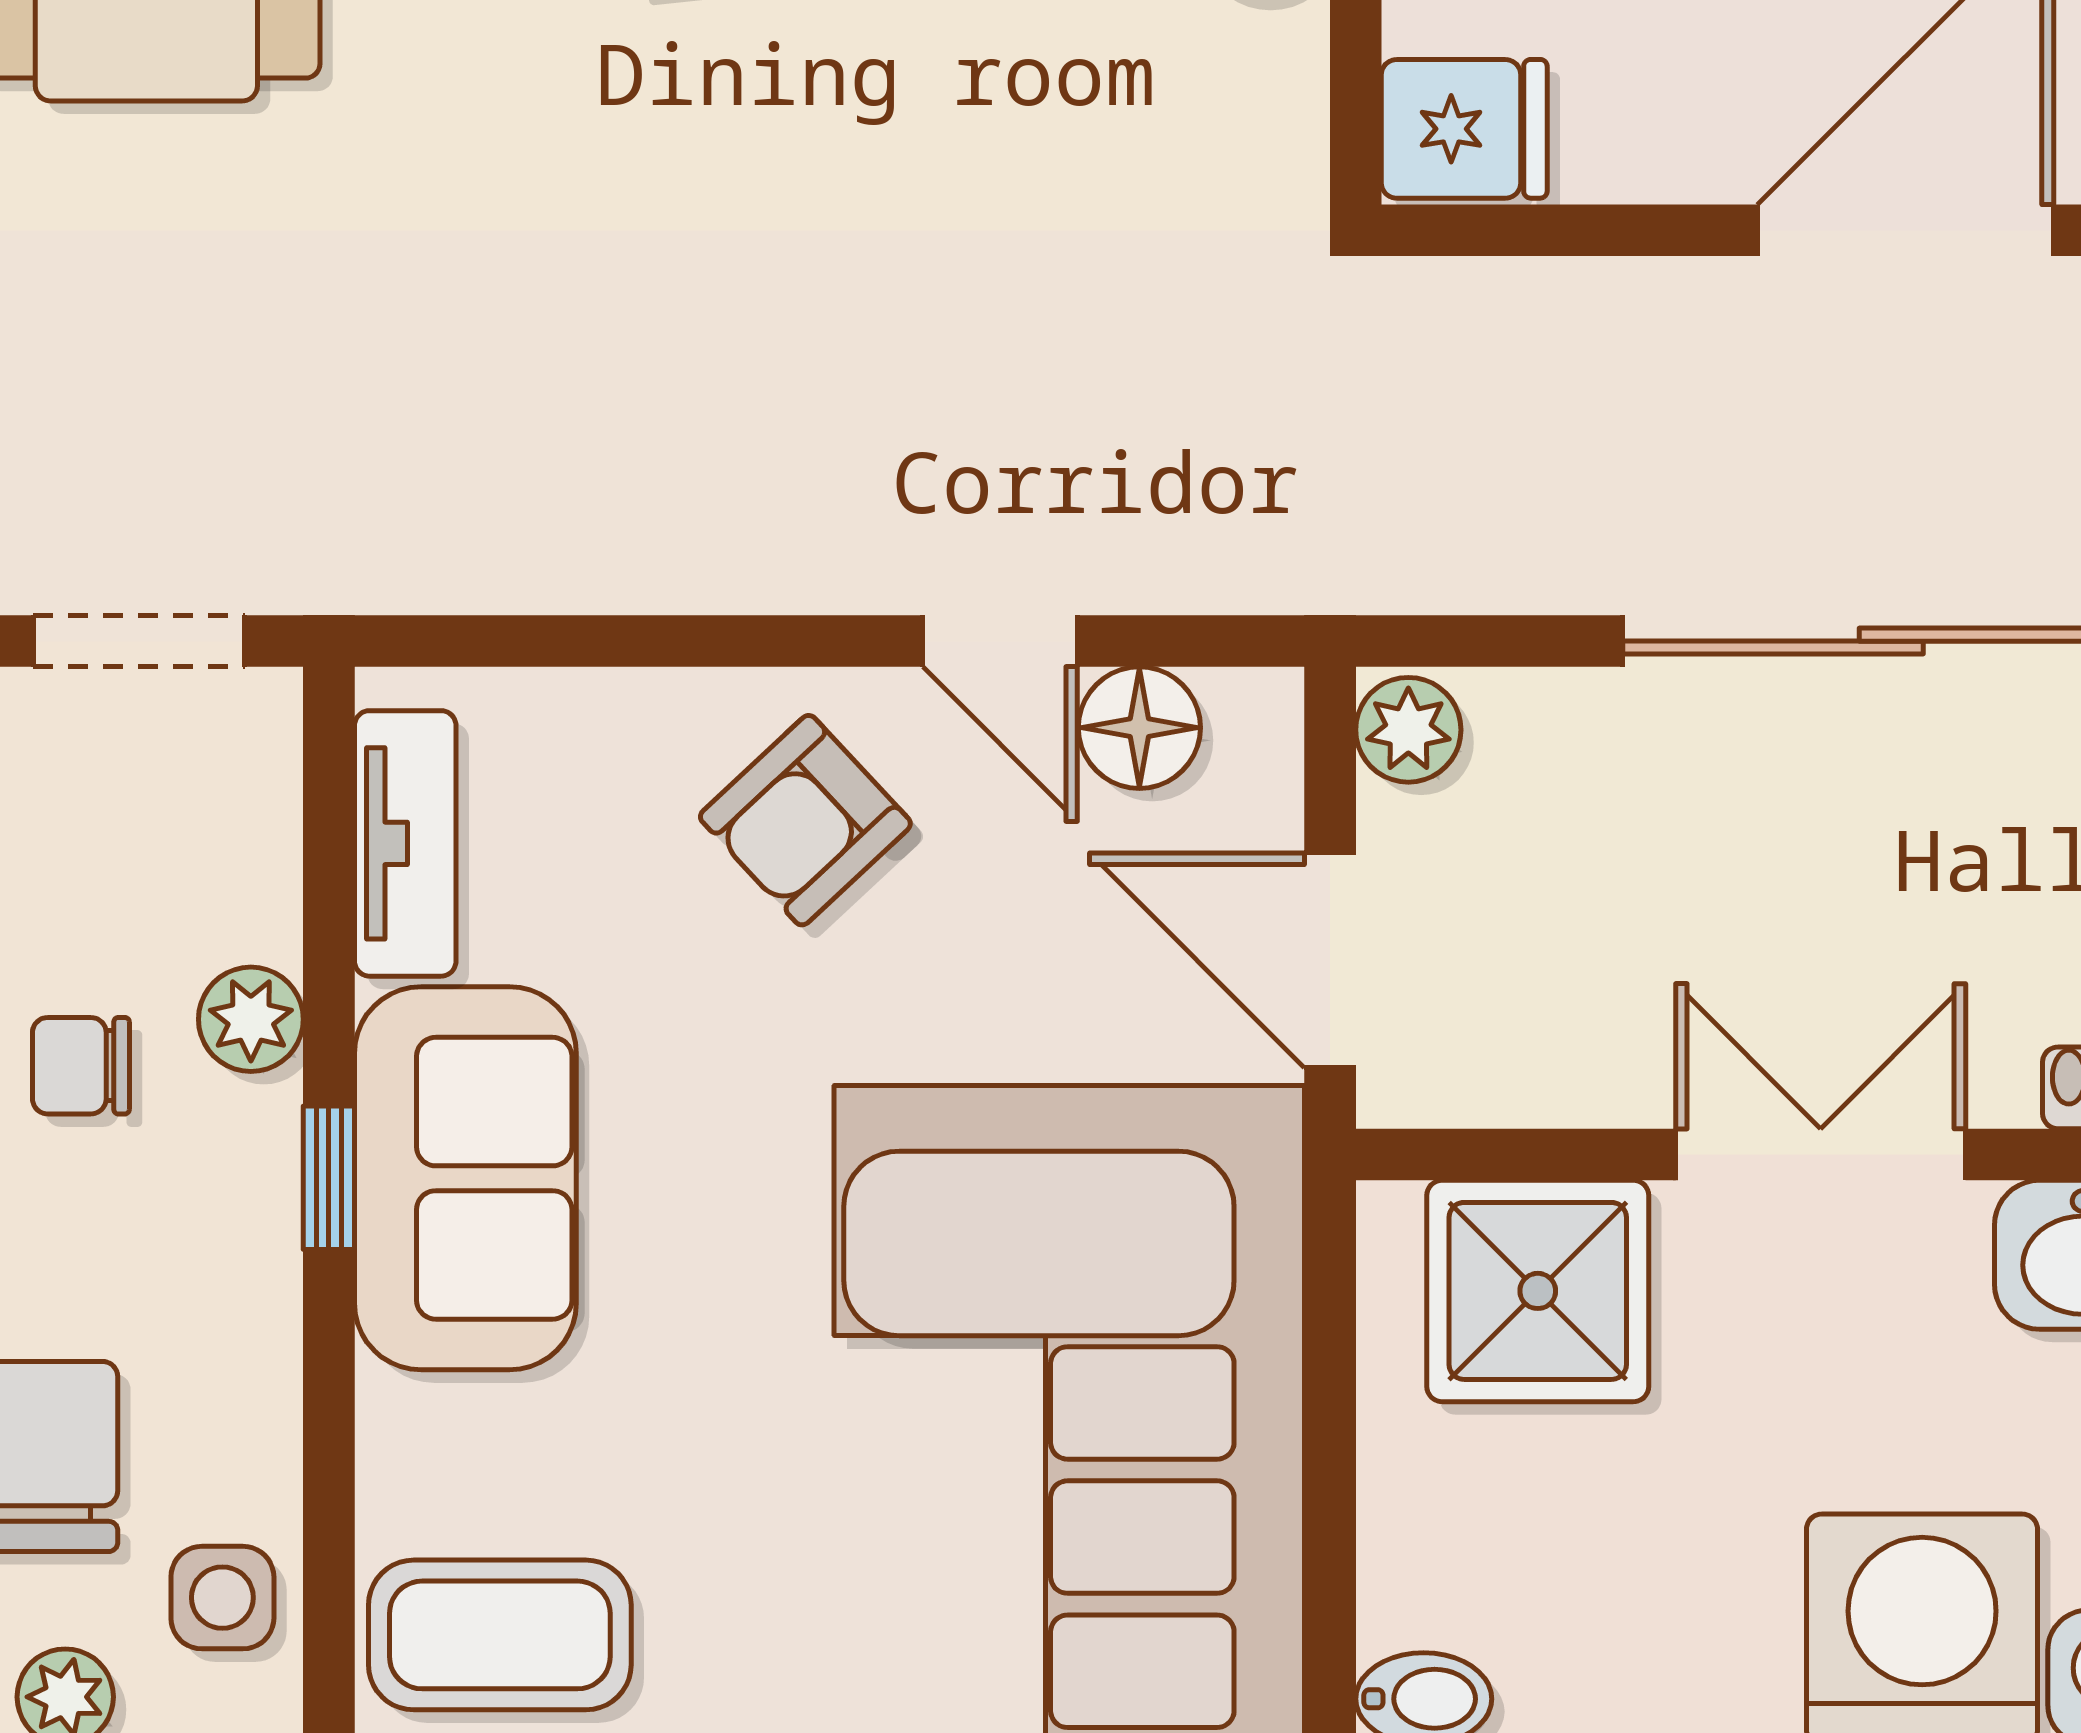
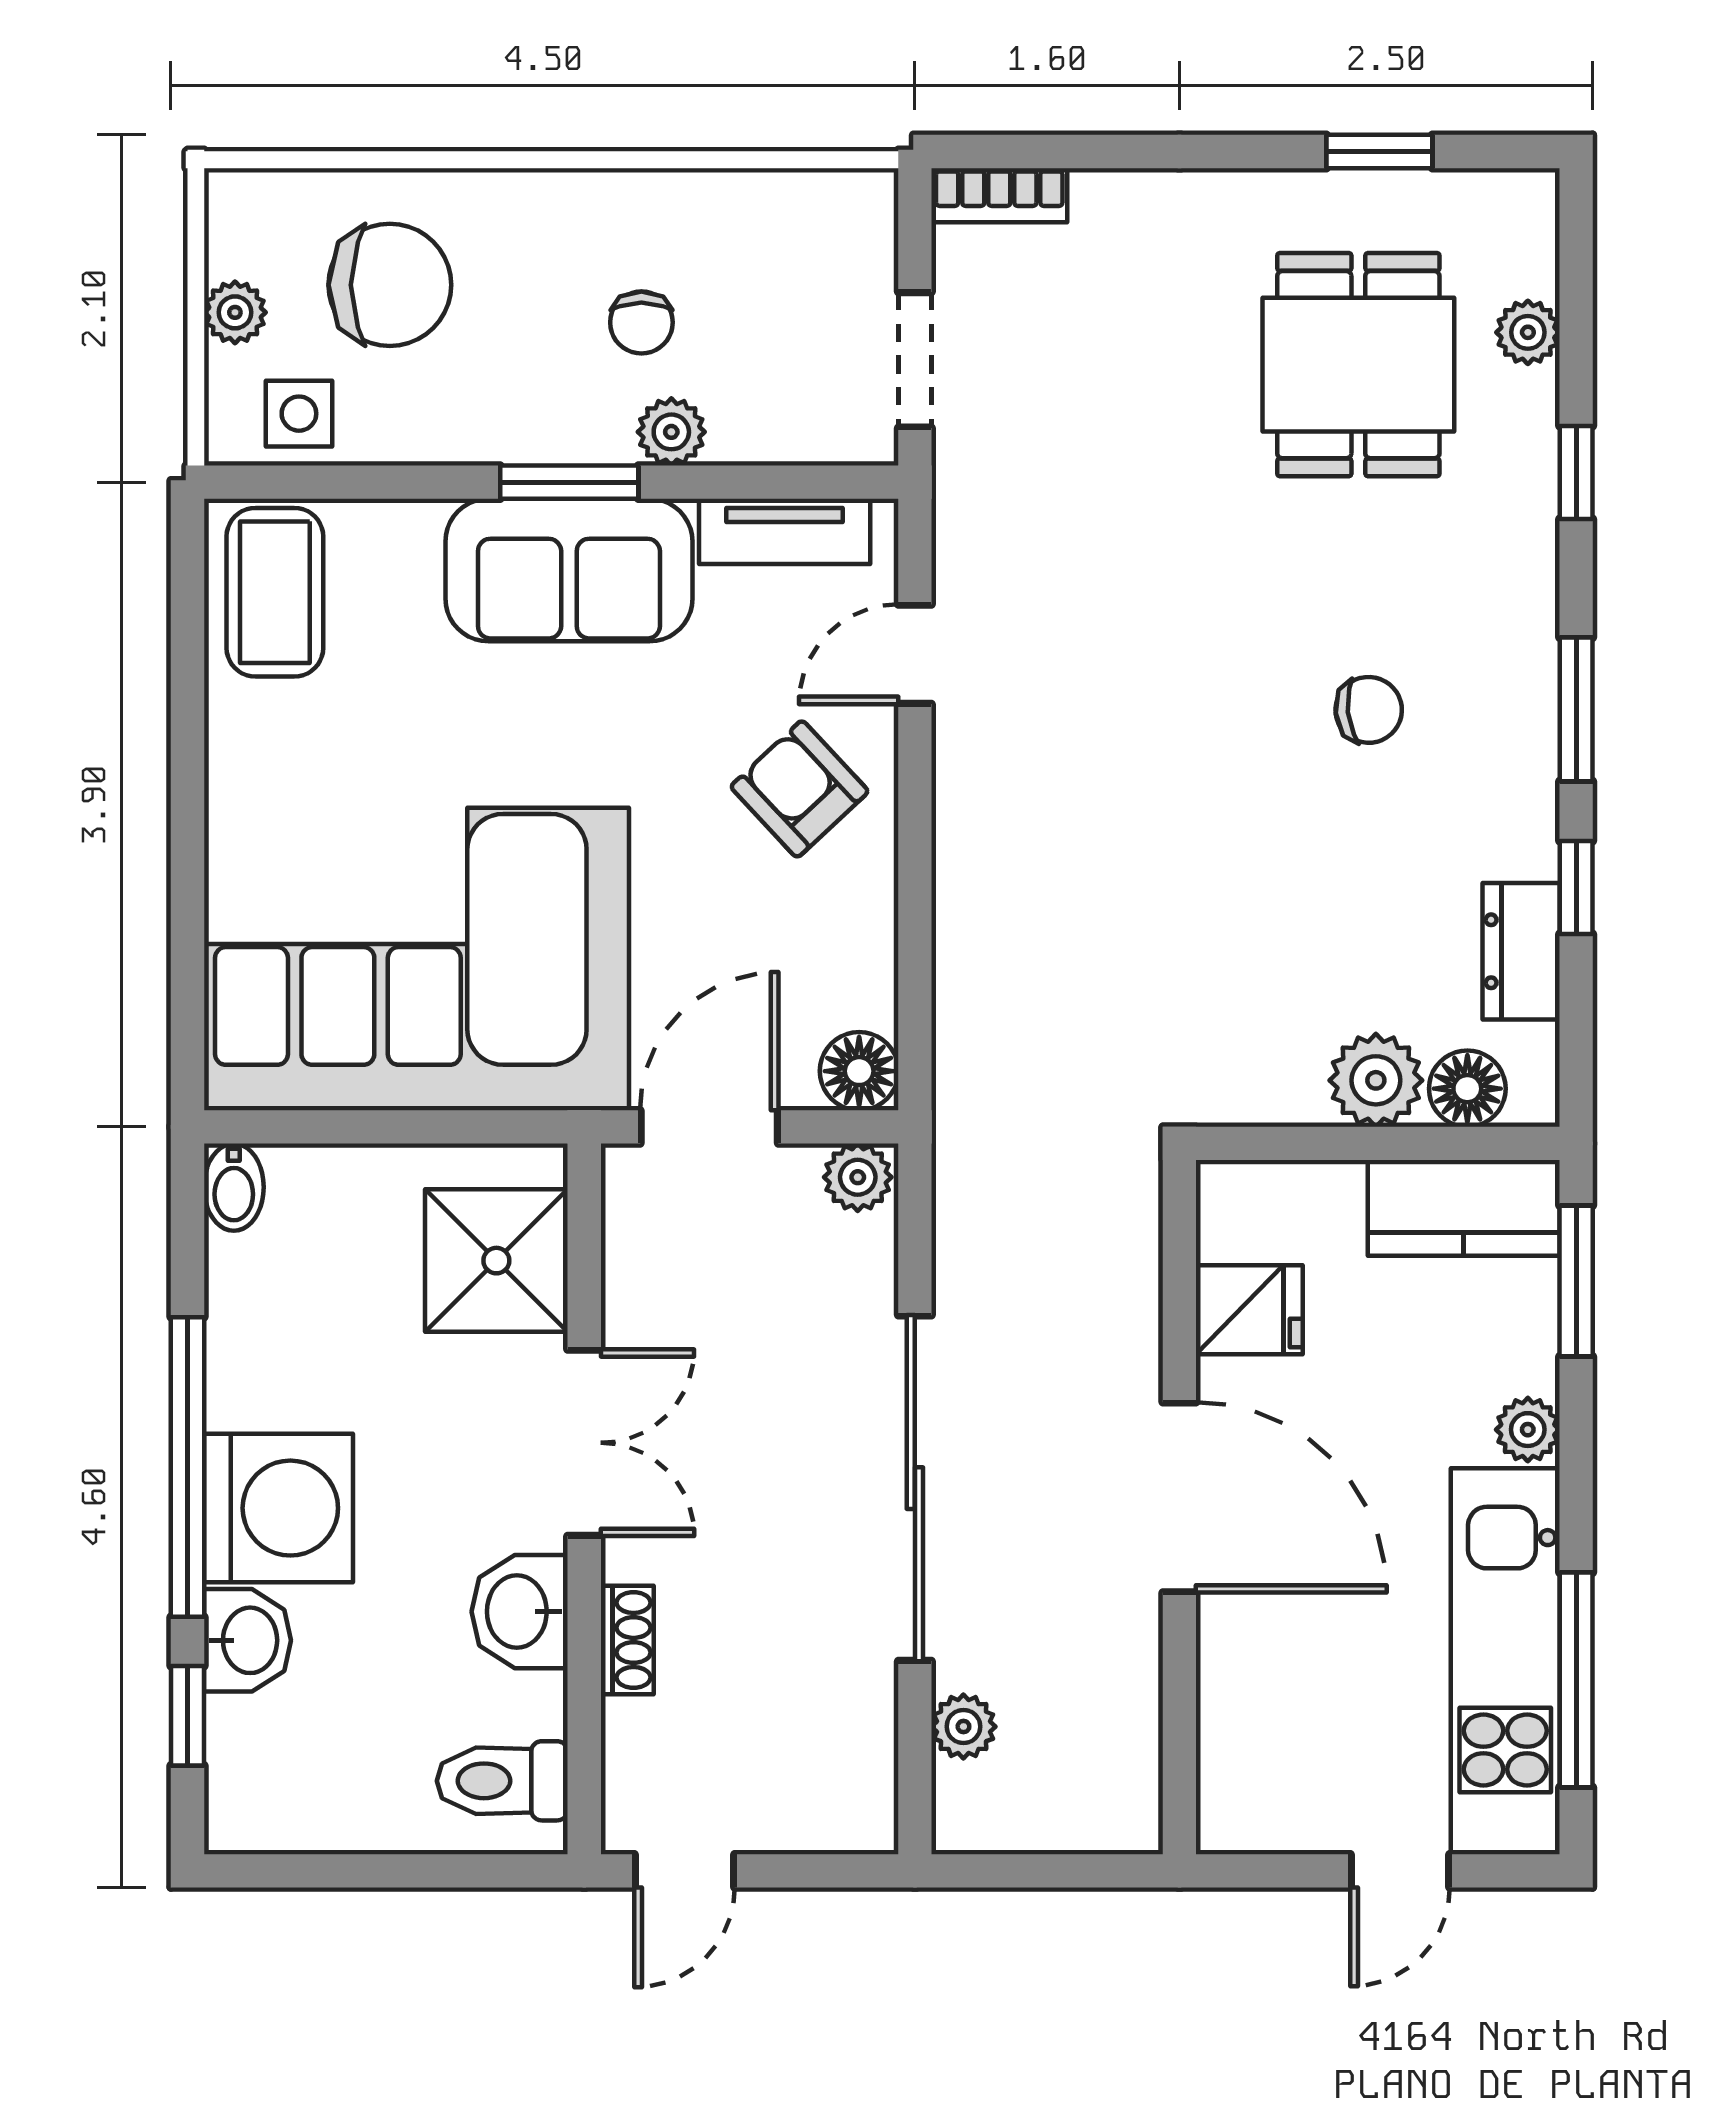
fridge: (1464, 129) -> (1249, 1310), moved, turned -90
door: (1000, 641) -> (915, 654), moved
floor lamp: (1139, 728) -> (859, 1071), moved
chair: (81, 1066) -> (641, 322), turned 180
window: (329, 1178) -> (569, 482), width x1.50

